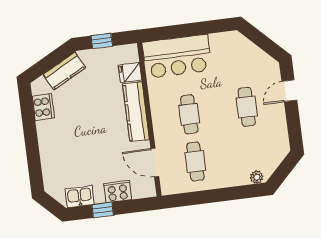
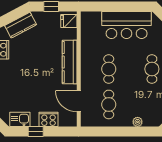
bar counter: (177, 56) -> (127, 25), moved
fridge: (130, 73) -> (69, 21), moved
plant: (257, 177) -> (138, 122), moved

